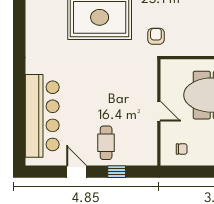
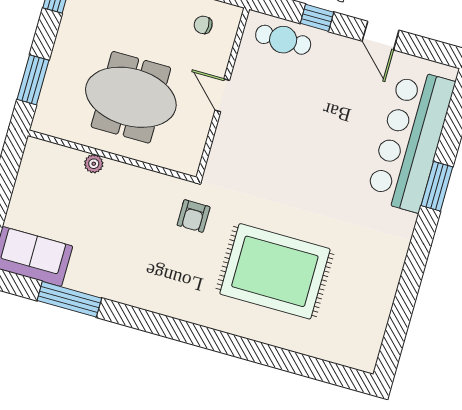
window: (19, 93) -> (437, 186), added
cafe table: (106, 143) -> (283, 40), moved, turned 90

